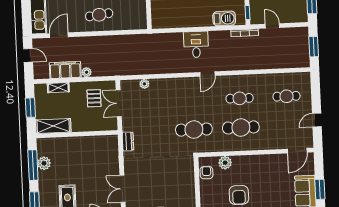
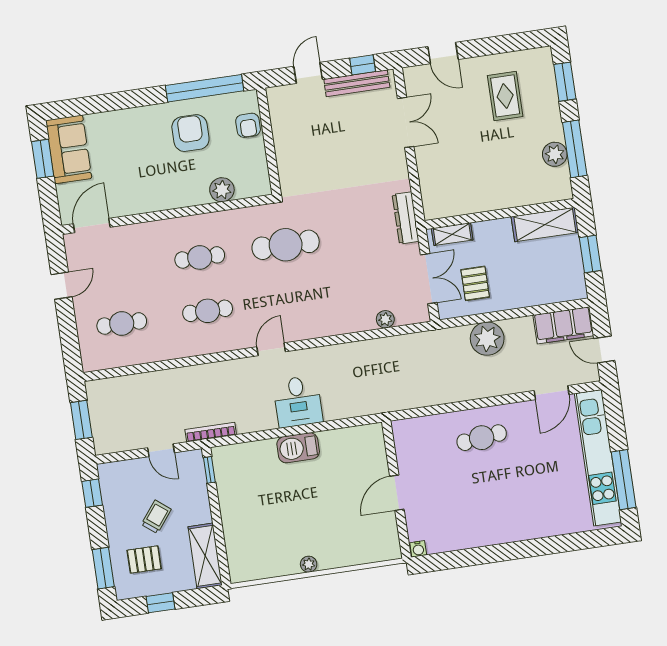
barbecue: (224, 18) -> (298, 448), moved
filing cabinet: (65, 70) -> (563, 325), moved
plant: (87, 72) -> (487, 339), width x1.87, depth x1.87
shelving: (58, 88) -> (452, 234), moved
cafe table: (241, 127) -> (200, 257), width x0.73, depth x0.74
dresser: (128, 141) -> (406, 218), width x1.44
armchair: (206, 173) -> (248, 125), moved

